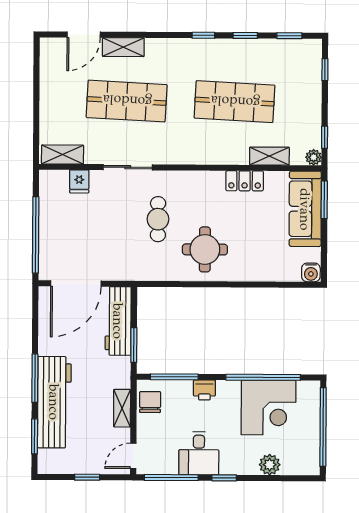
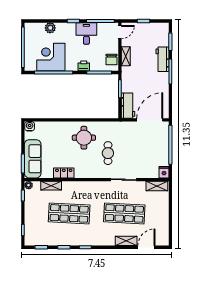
fridge: (79, 181) -> (164, 172), moved
workbench: (118, 321) -> (128, 106), width x0.73
workbench: (54, 402) -> (163, 59), width x0.53, depth x0.76

